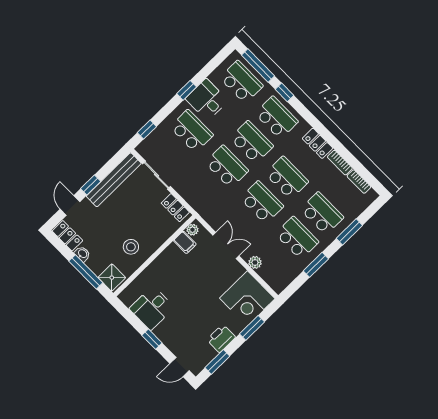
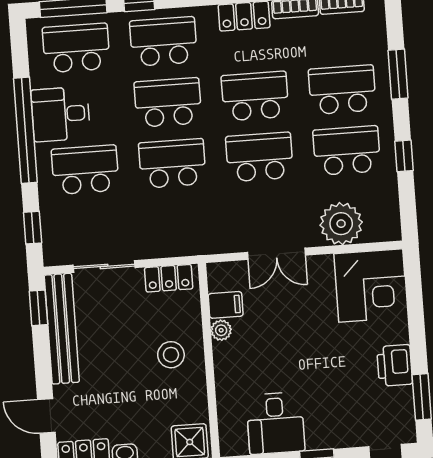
window: (187, 90) -> (25, 130), width x3.17
window: (91, 185) -> (38, 308), moved
plant: (192, 230) -> (221, 330), moved
double door: (226, 245) -> (276, 254), swing flipped
stool: (131, 247) -> (171, 355), moved
plant: (255, 262) -> (341, 224), width x1.87, depth x1.87
window: (316, 265) -> (404, 156), width x0.67
window: (252, 328) -> (415, 312), removed

